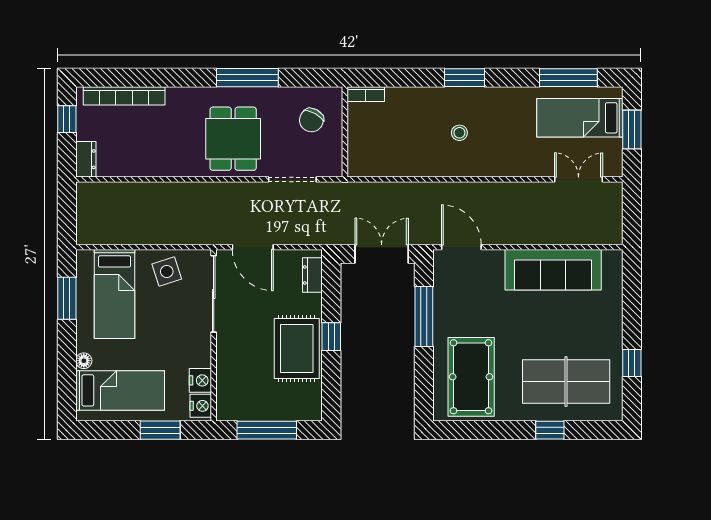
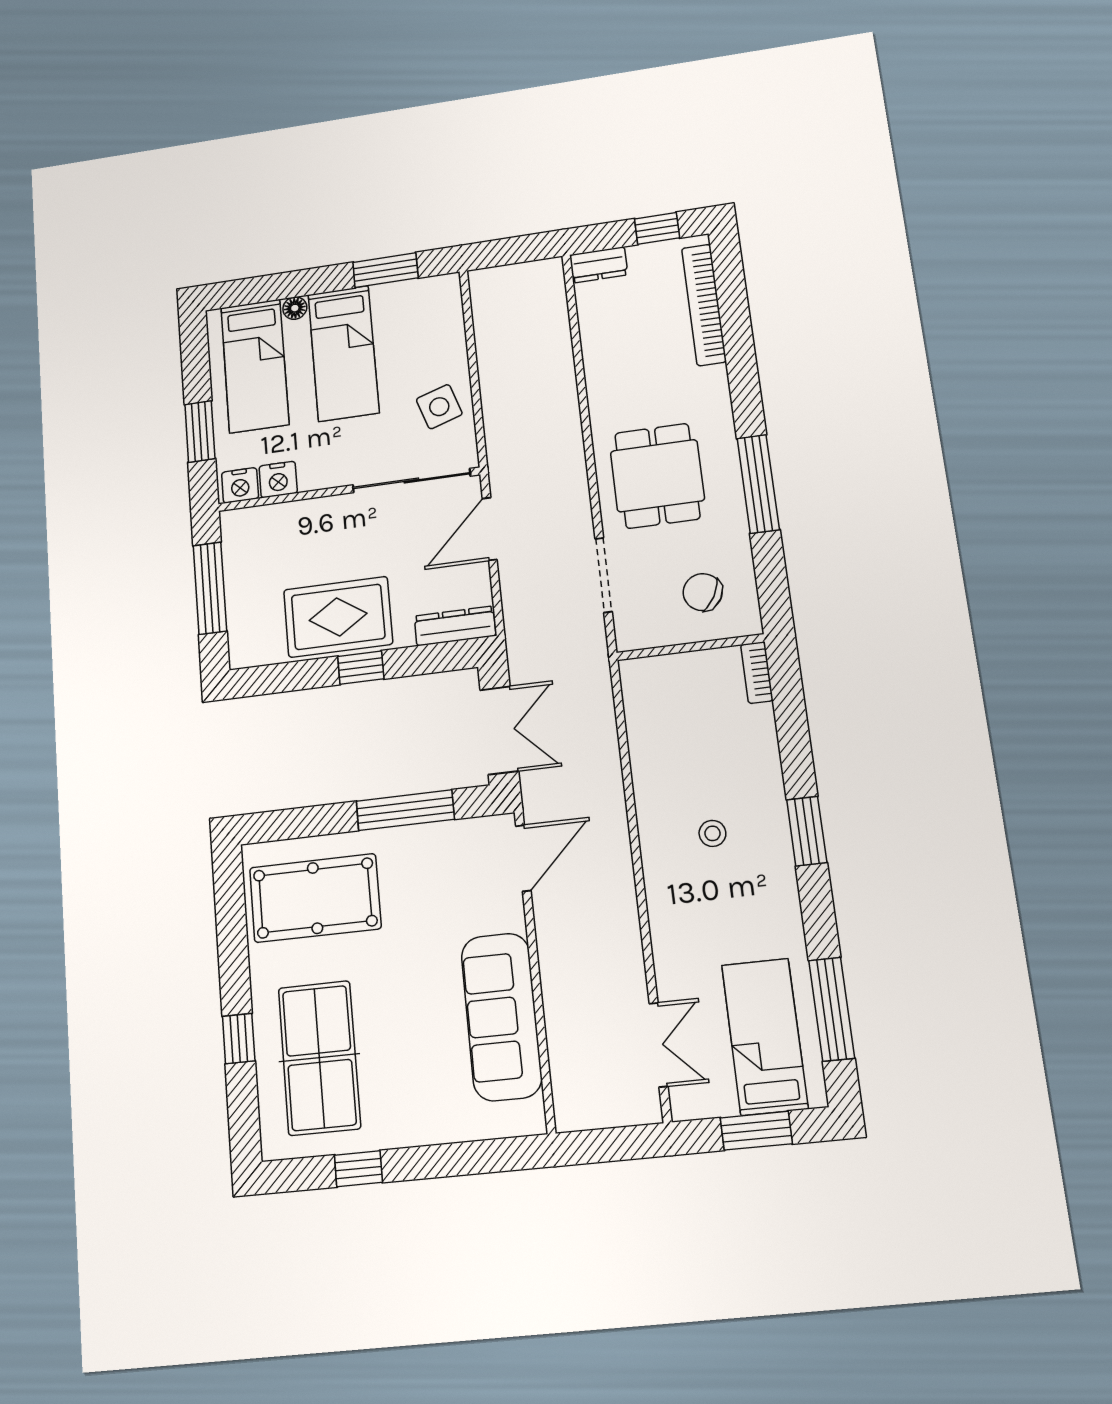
dining table: (233, 139) -> (657, 476), turned 90
dresser: (312, 275) -> (455, 626), width x1.44
bed: (115, 294) -> (343, 353), moved, turned -90

